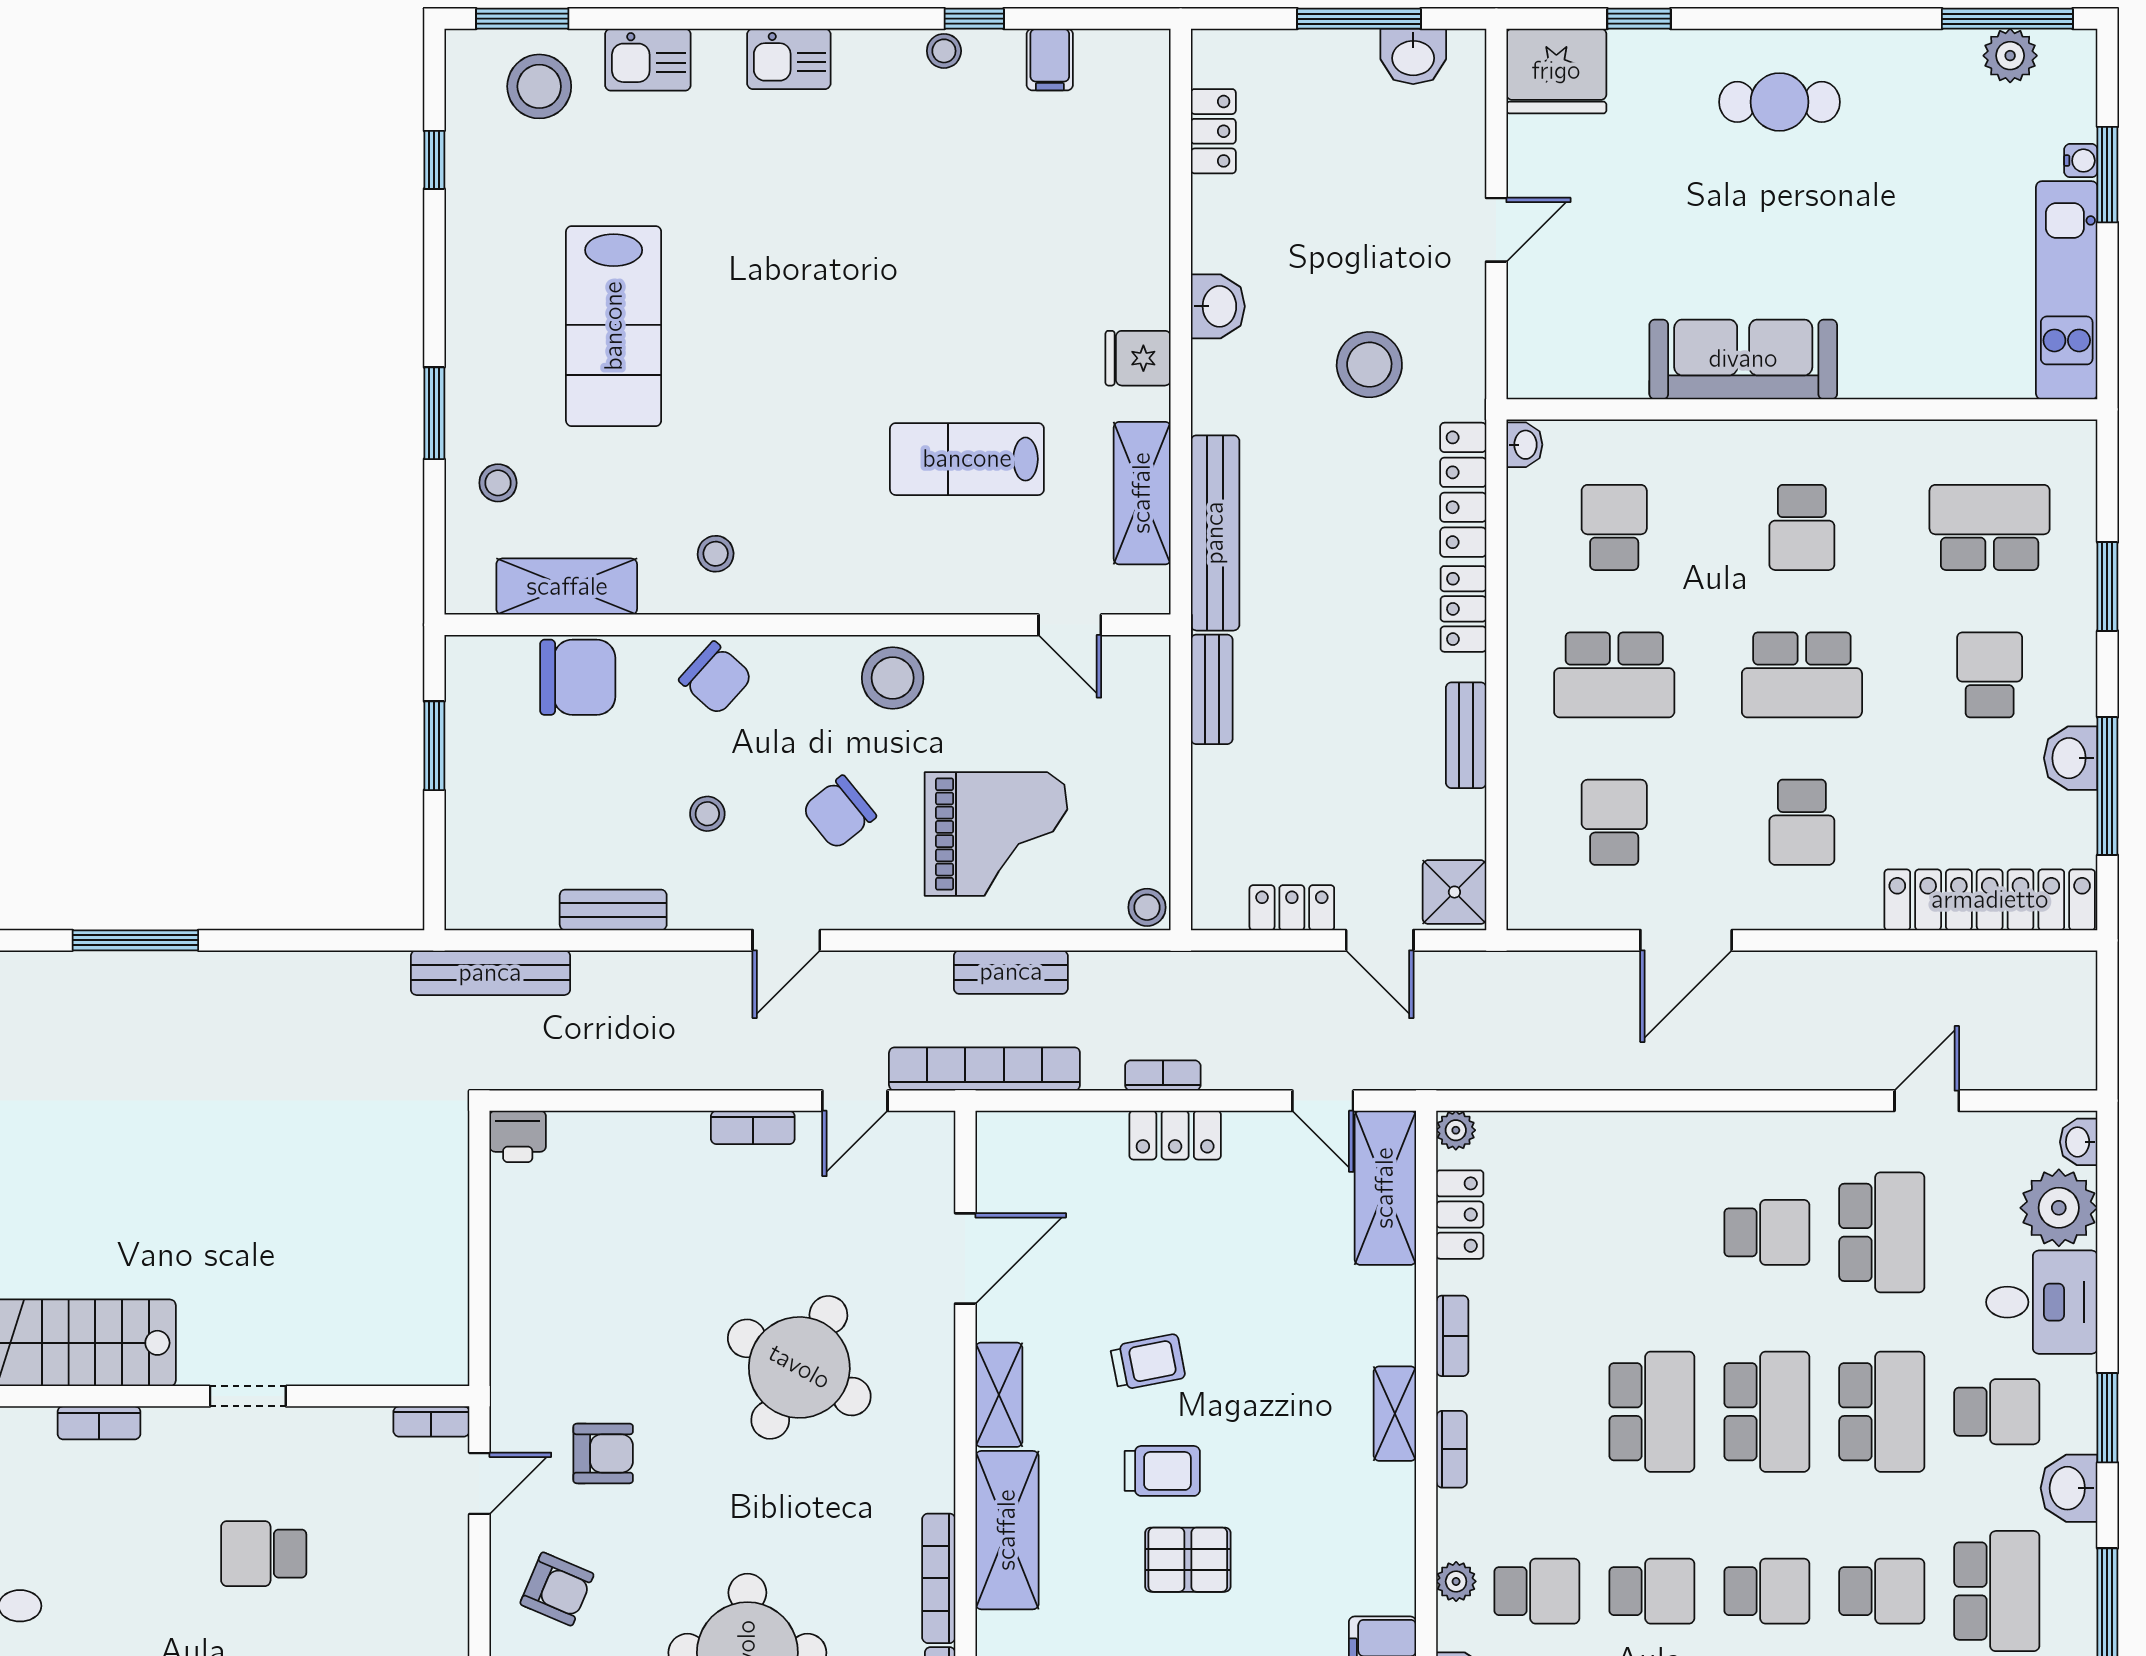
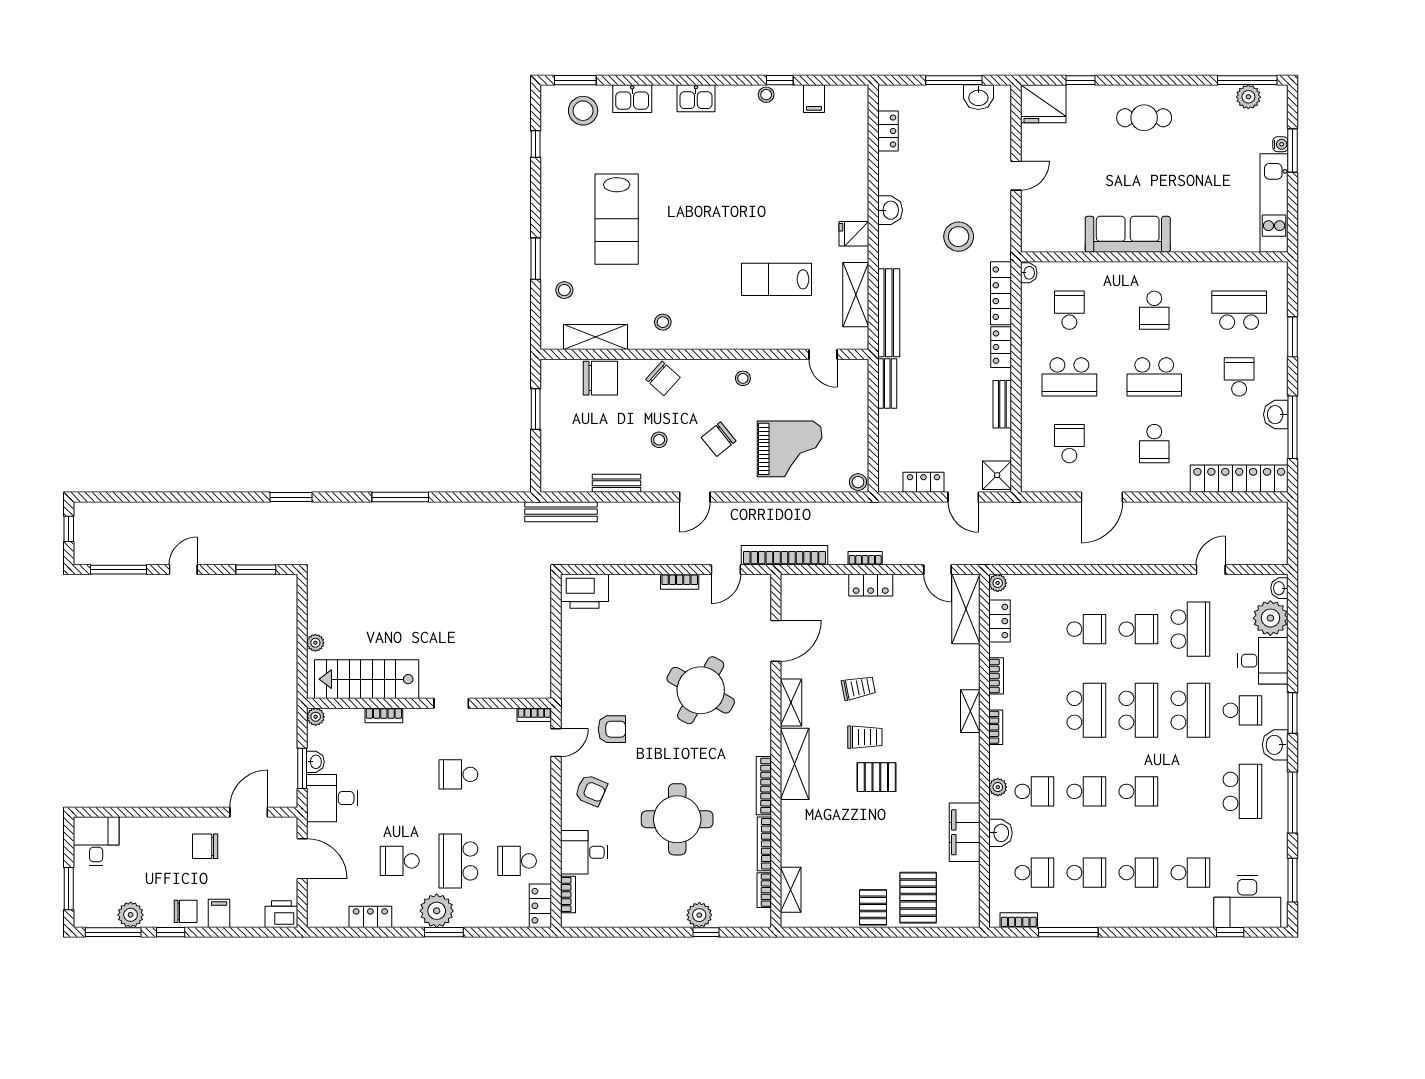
stool: (893, 678) -> (743, 378), width x0.53, depth x0.53
bench: (1011, 972) -> (796, 511), removed
printer: (518, 1136) -> (584, 591), width x1.87, depth x1.48
school desk: (1882, 1591) -> (1086, 629), moved

